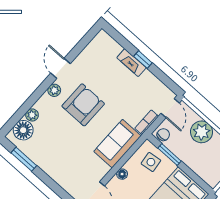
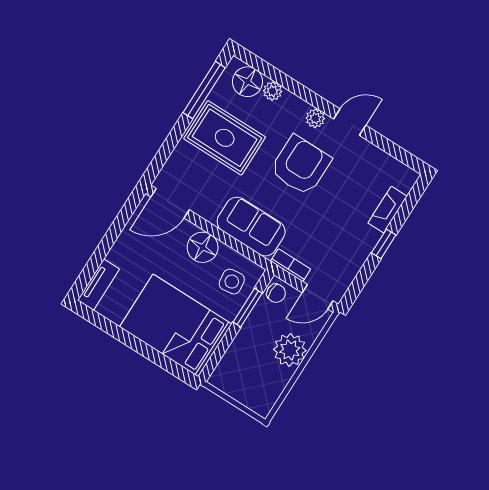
fireplace: (132, 63) -> (387, 210), moved
armchair: (83, 105) -> (301, 165), turned -90
rug: (57, 151) -> (225, 138), added
window: (24, 159) -> (204, 90), width x1.44
floor lamp: (122, 174) -> (203, 247), width x1.89, depth x1.89

